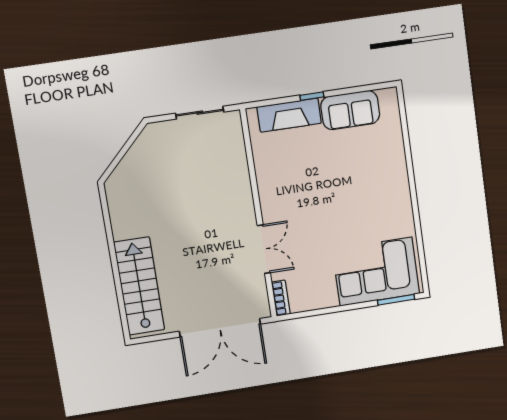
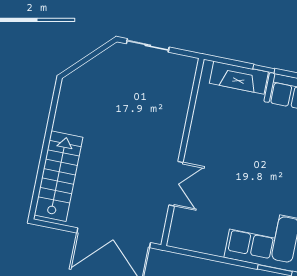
sliding door: (200, 113) -> (148, 45), moved
bookcase: (281, 298) -> (175, 232), removed

